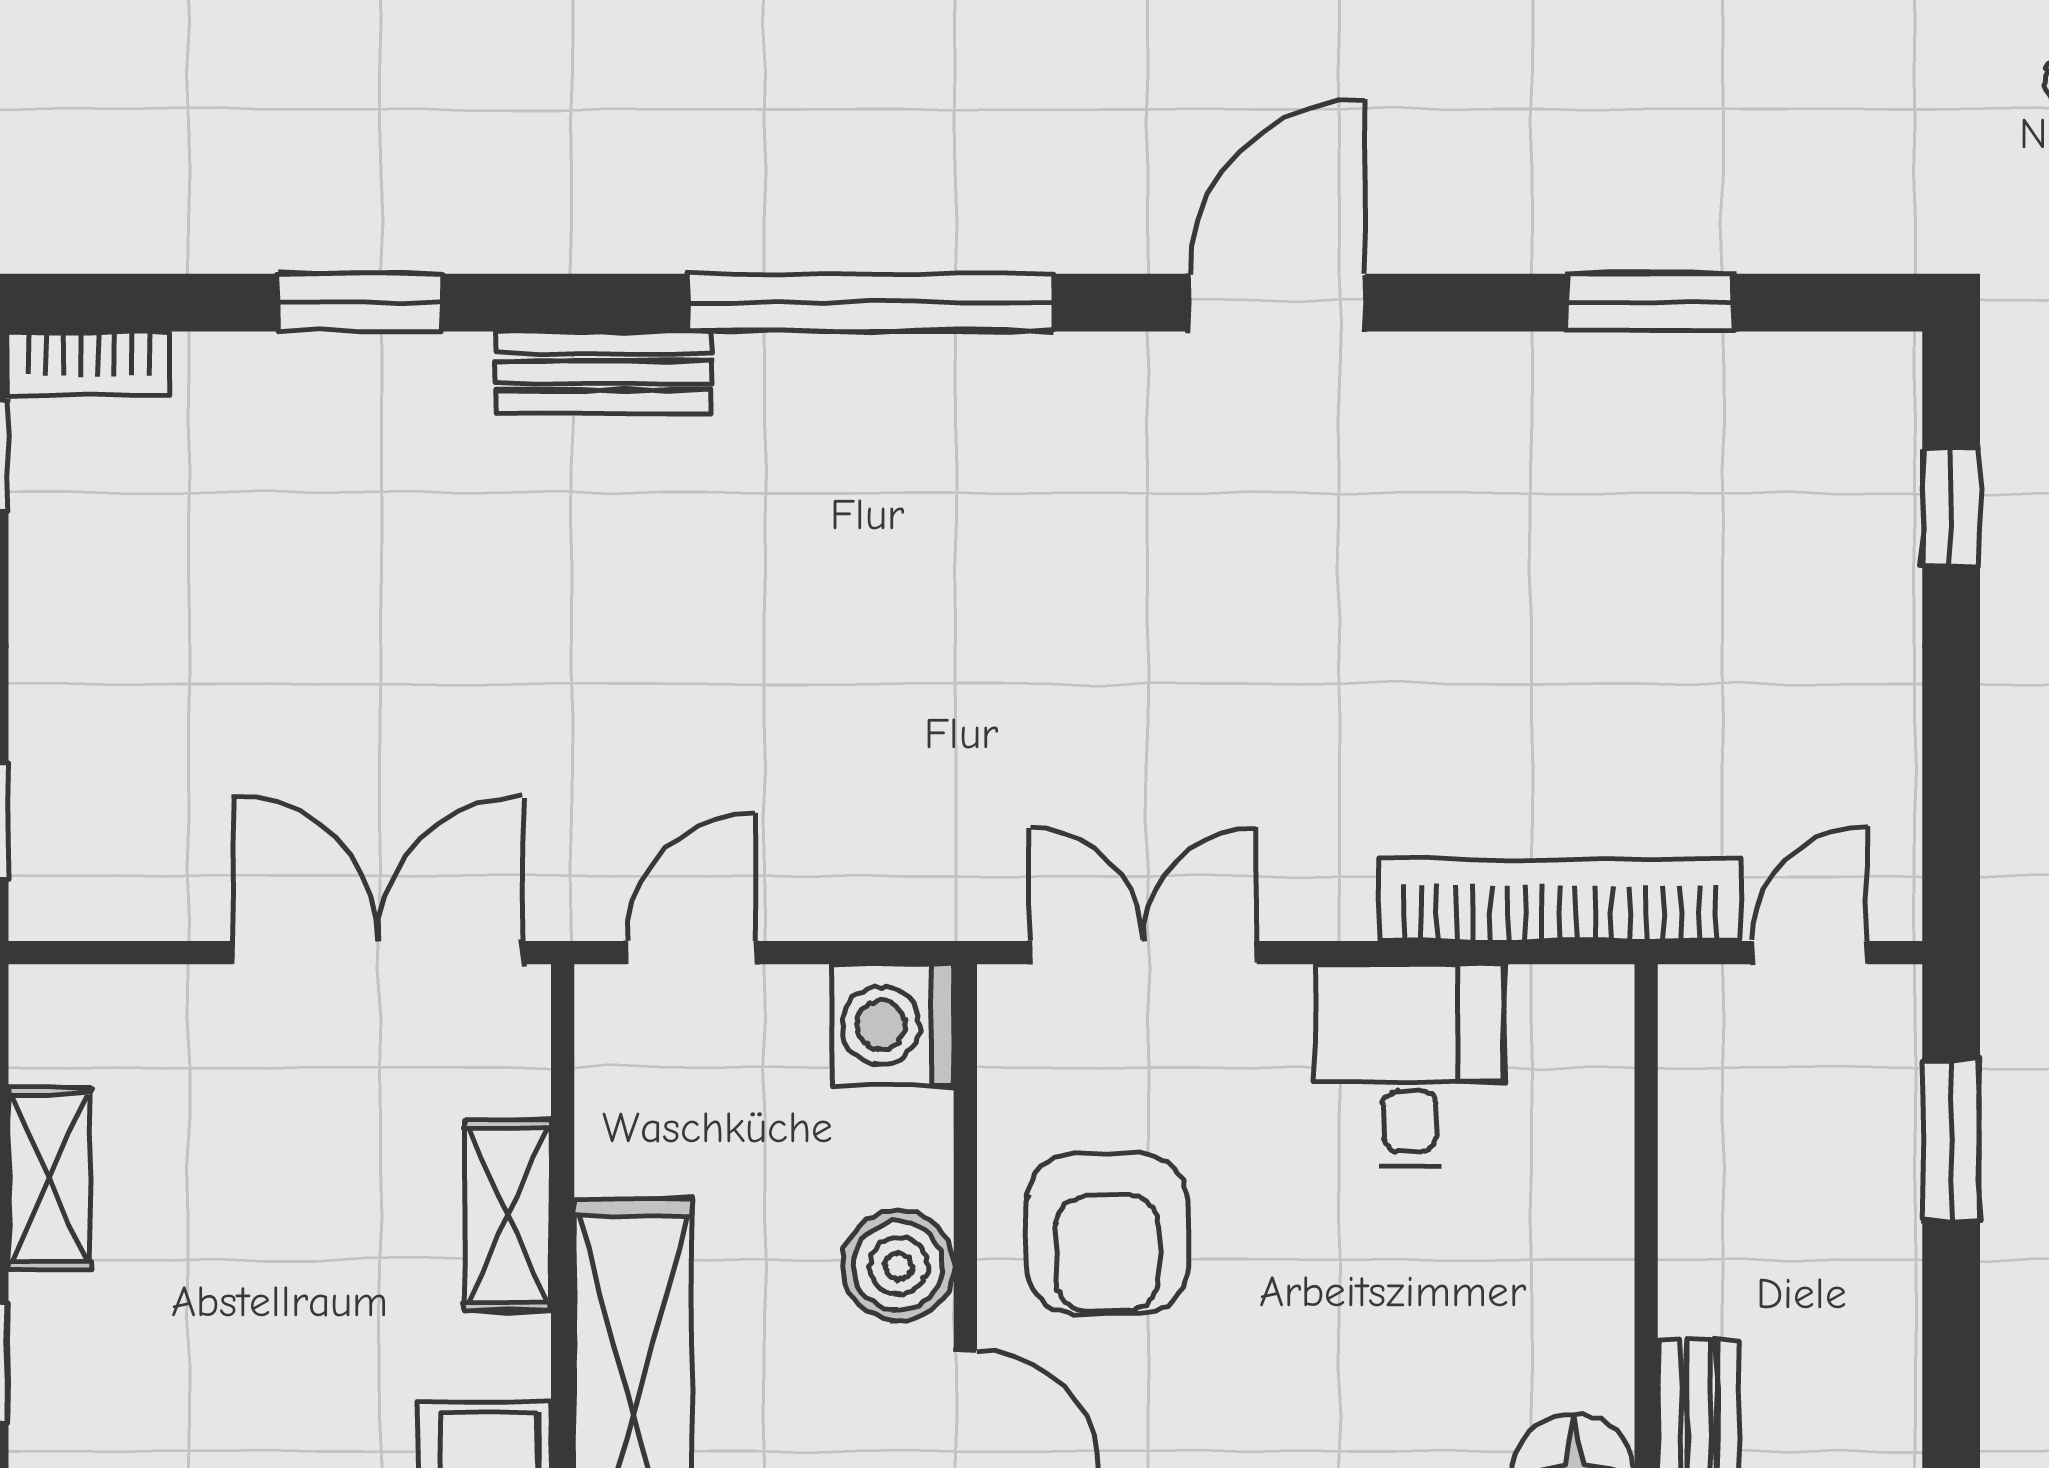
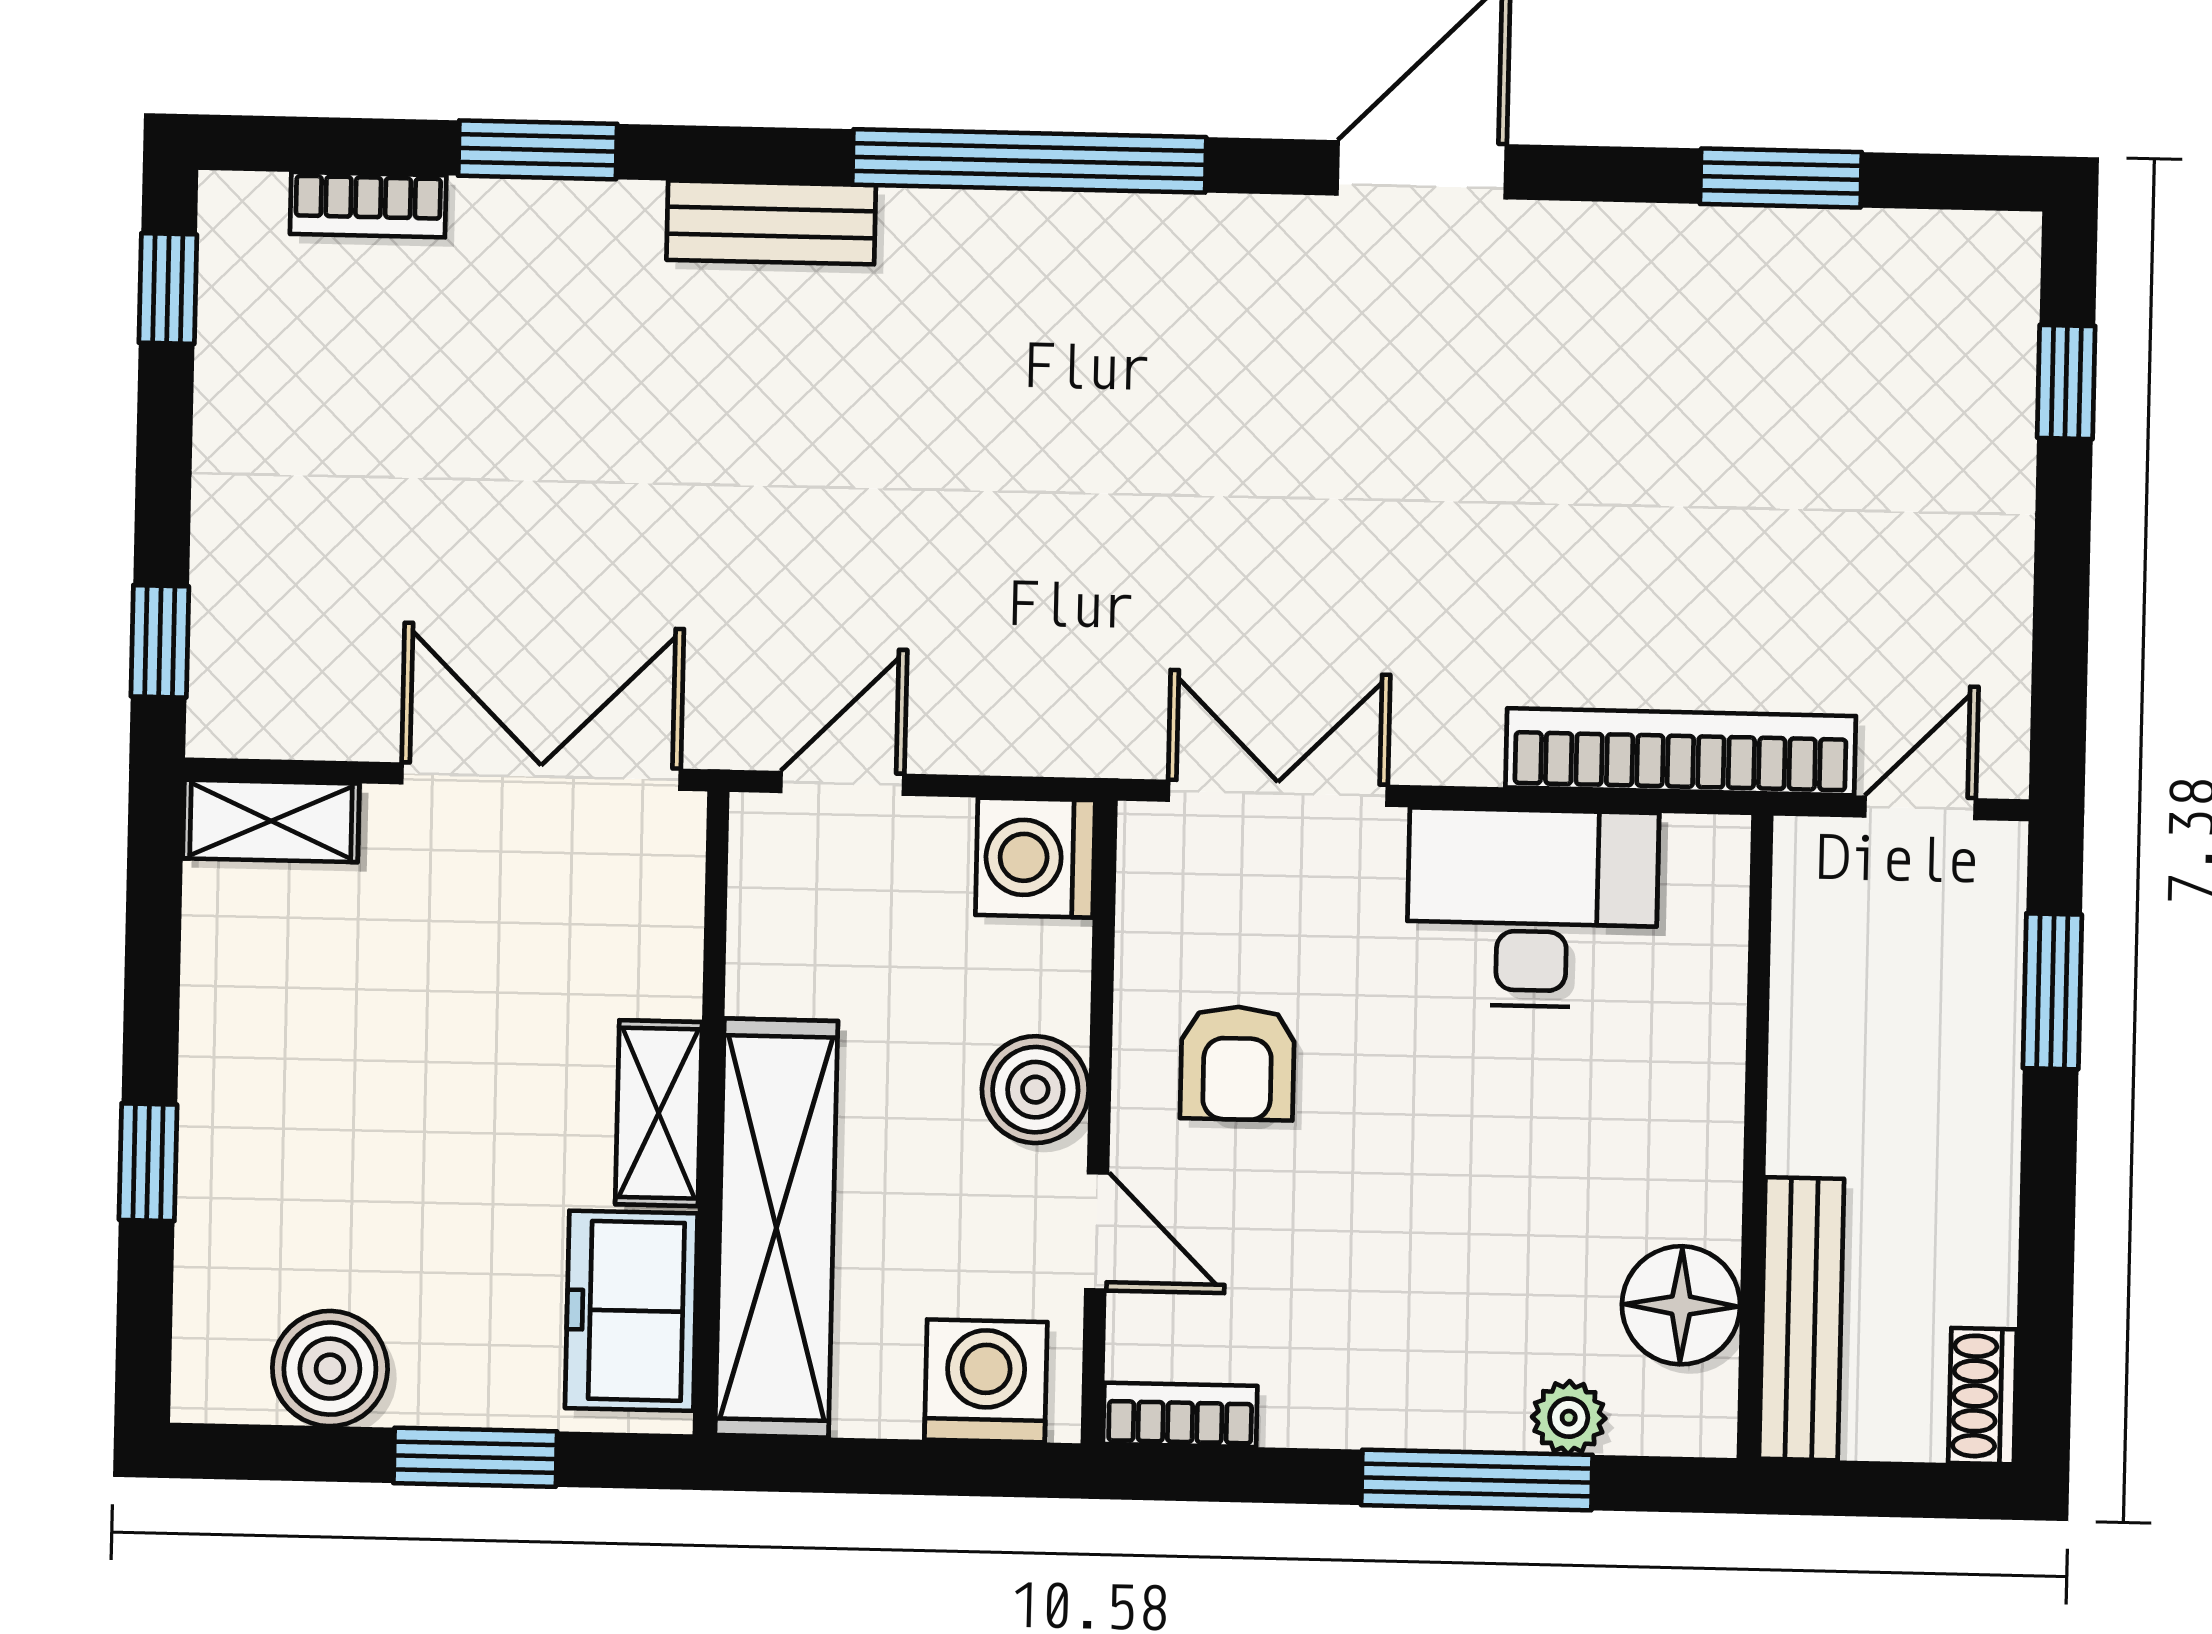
bookcase: (89, 364) -> (368, 205), moved
desk: (1410, 1066) -> (1532, 908), width x1.37
shelving: (49, 1178) -> (271, 821), moved, turned 90
shelving: (508, 1215) -> (659, 1113), moved
armchair: (1107, 1234) -> (1237, 1063), width x0.72, depth x0.72

